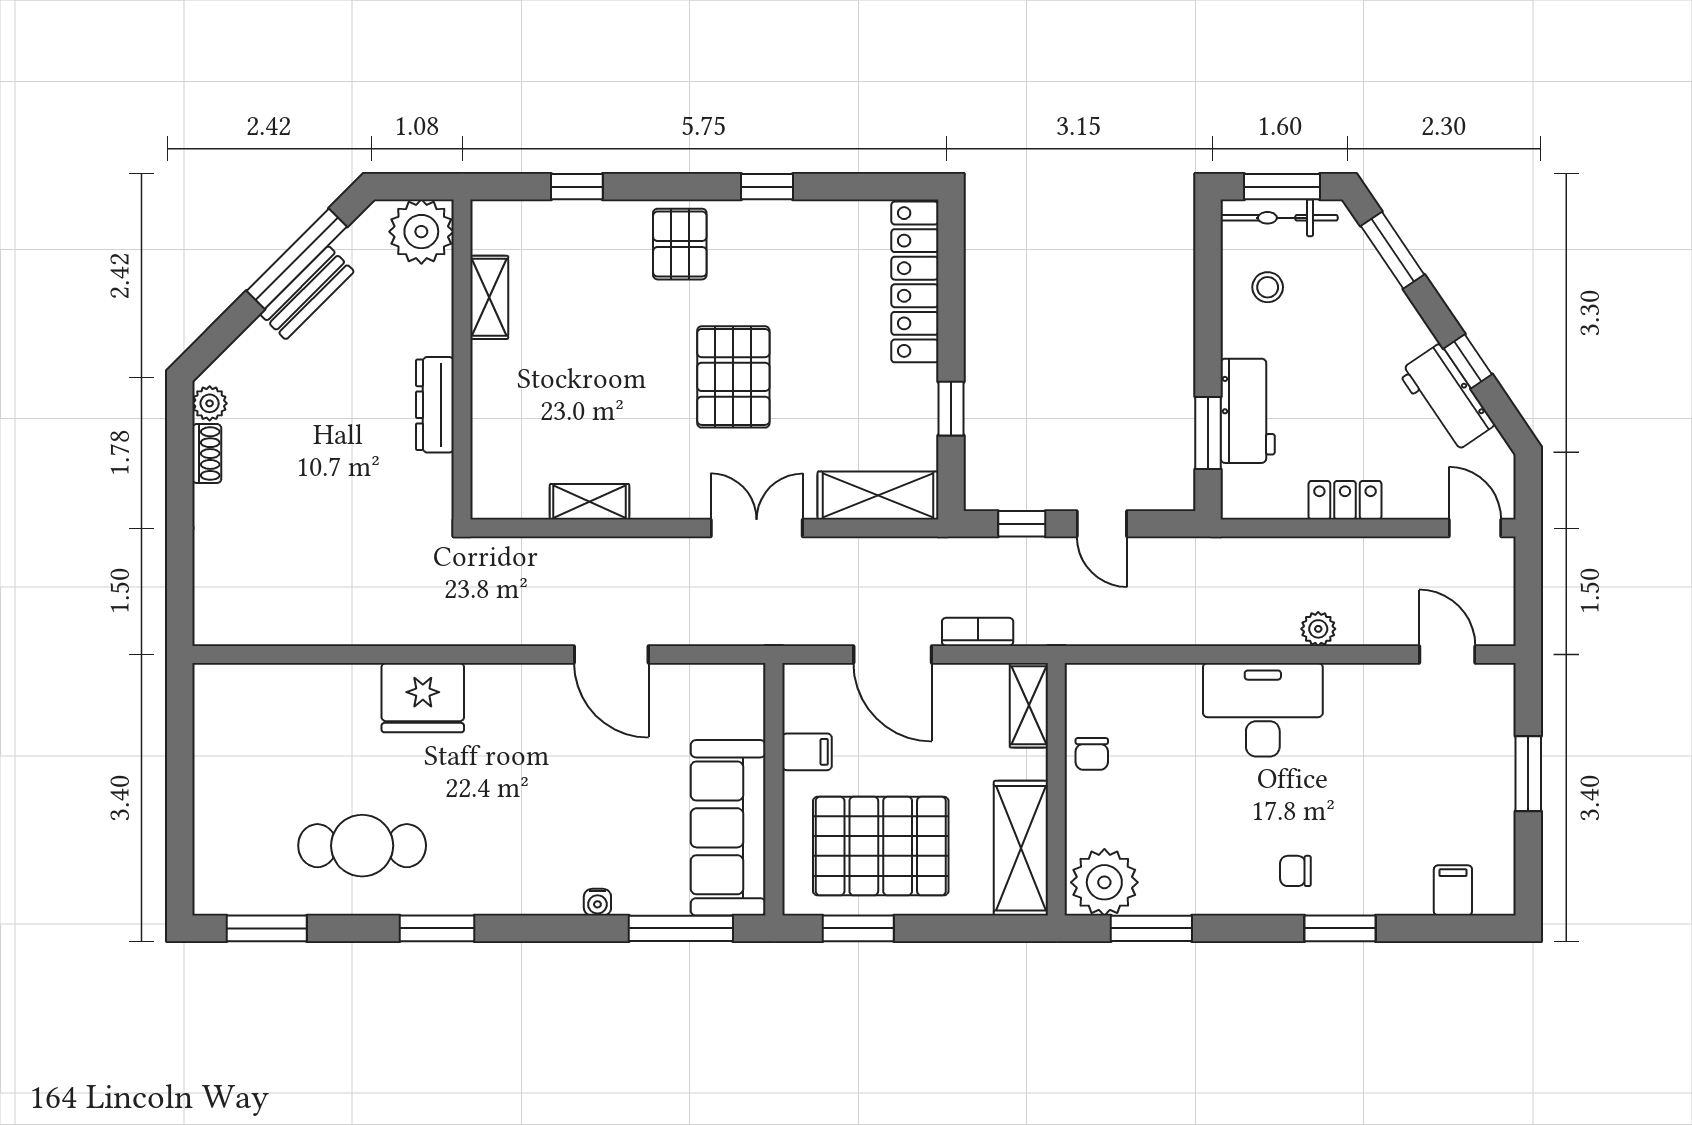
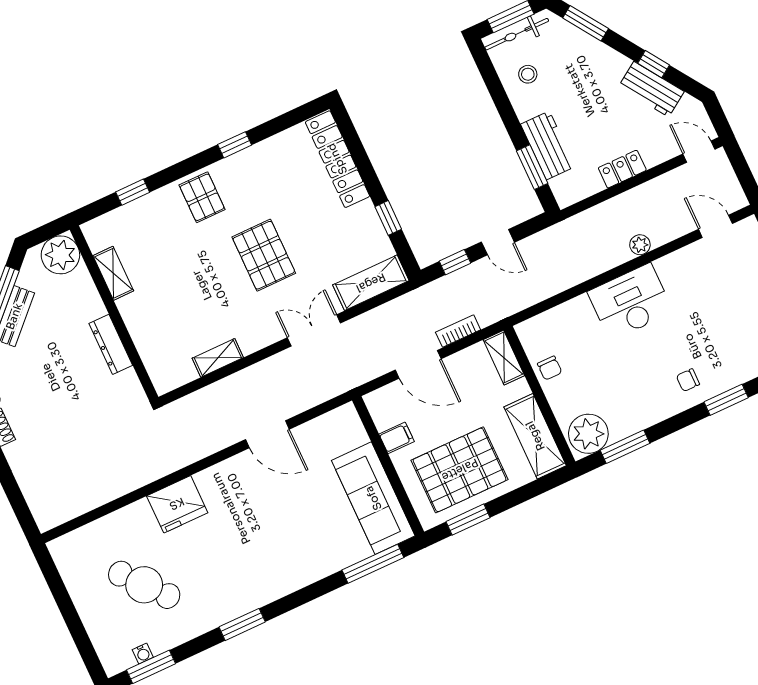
cafe table: (362, 846) -> (144, 585), moved, turned 50
water cooler: (597, 902) -> (143, 653), moved

